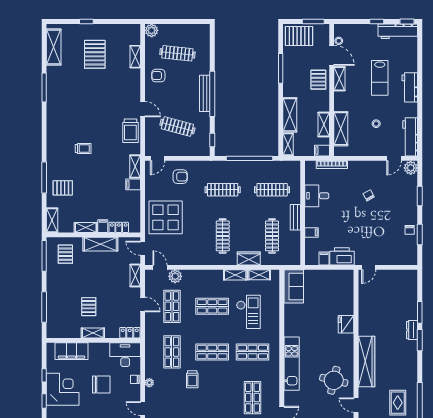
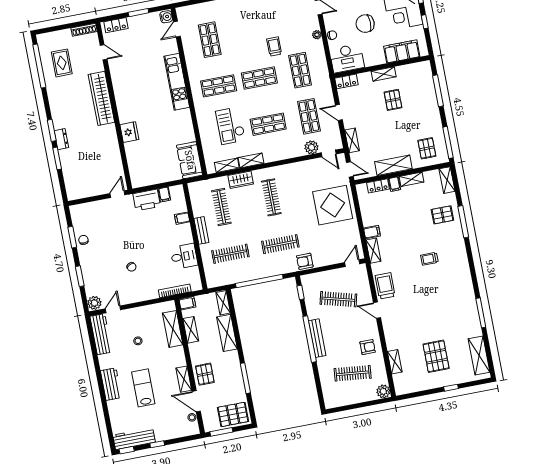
armchair: (180, 177) -> (305, 261), moved
round table: (334, 380) -> (131, 73), removed

